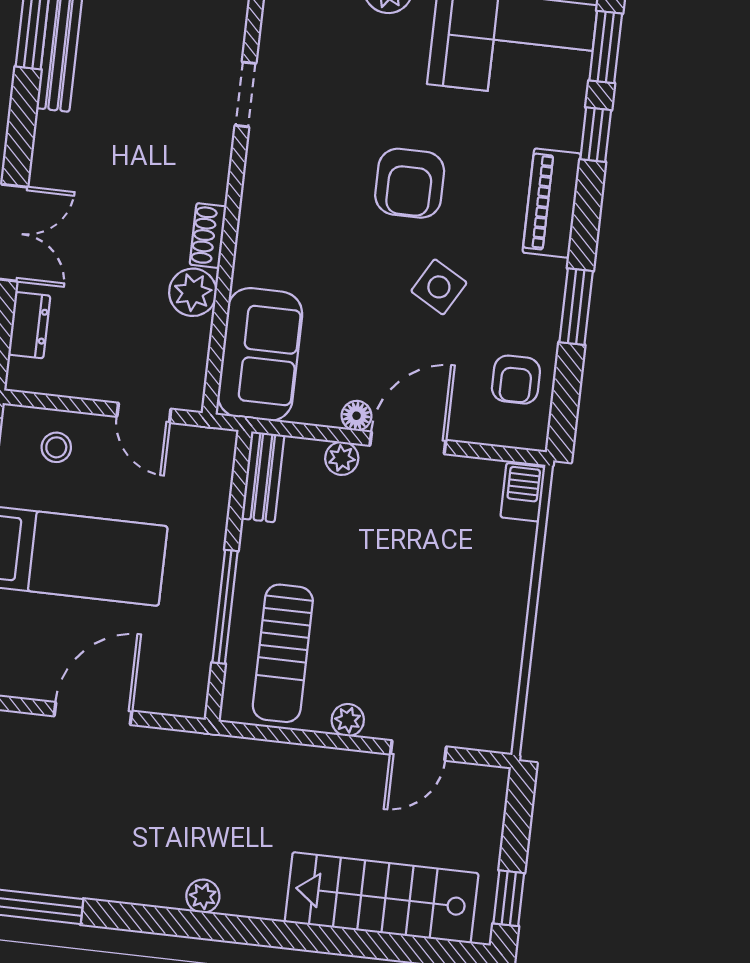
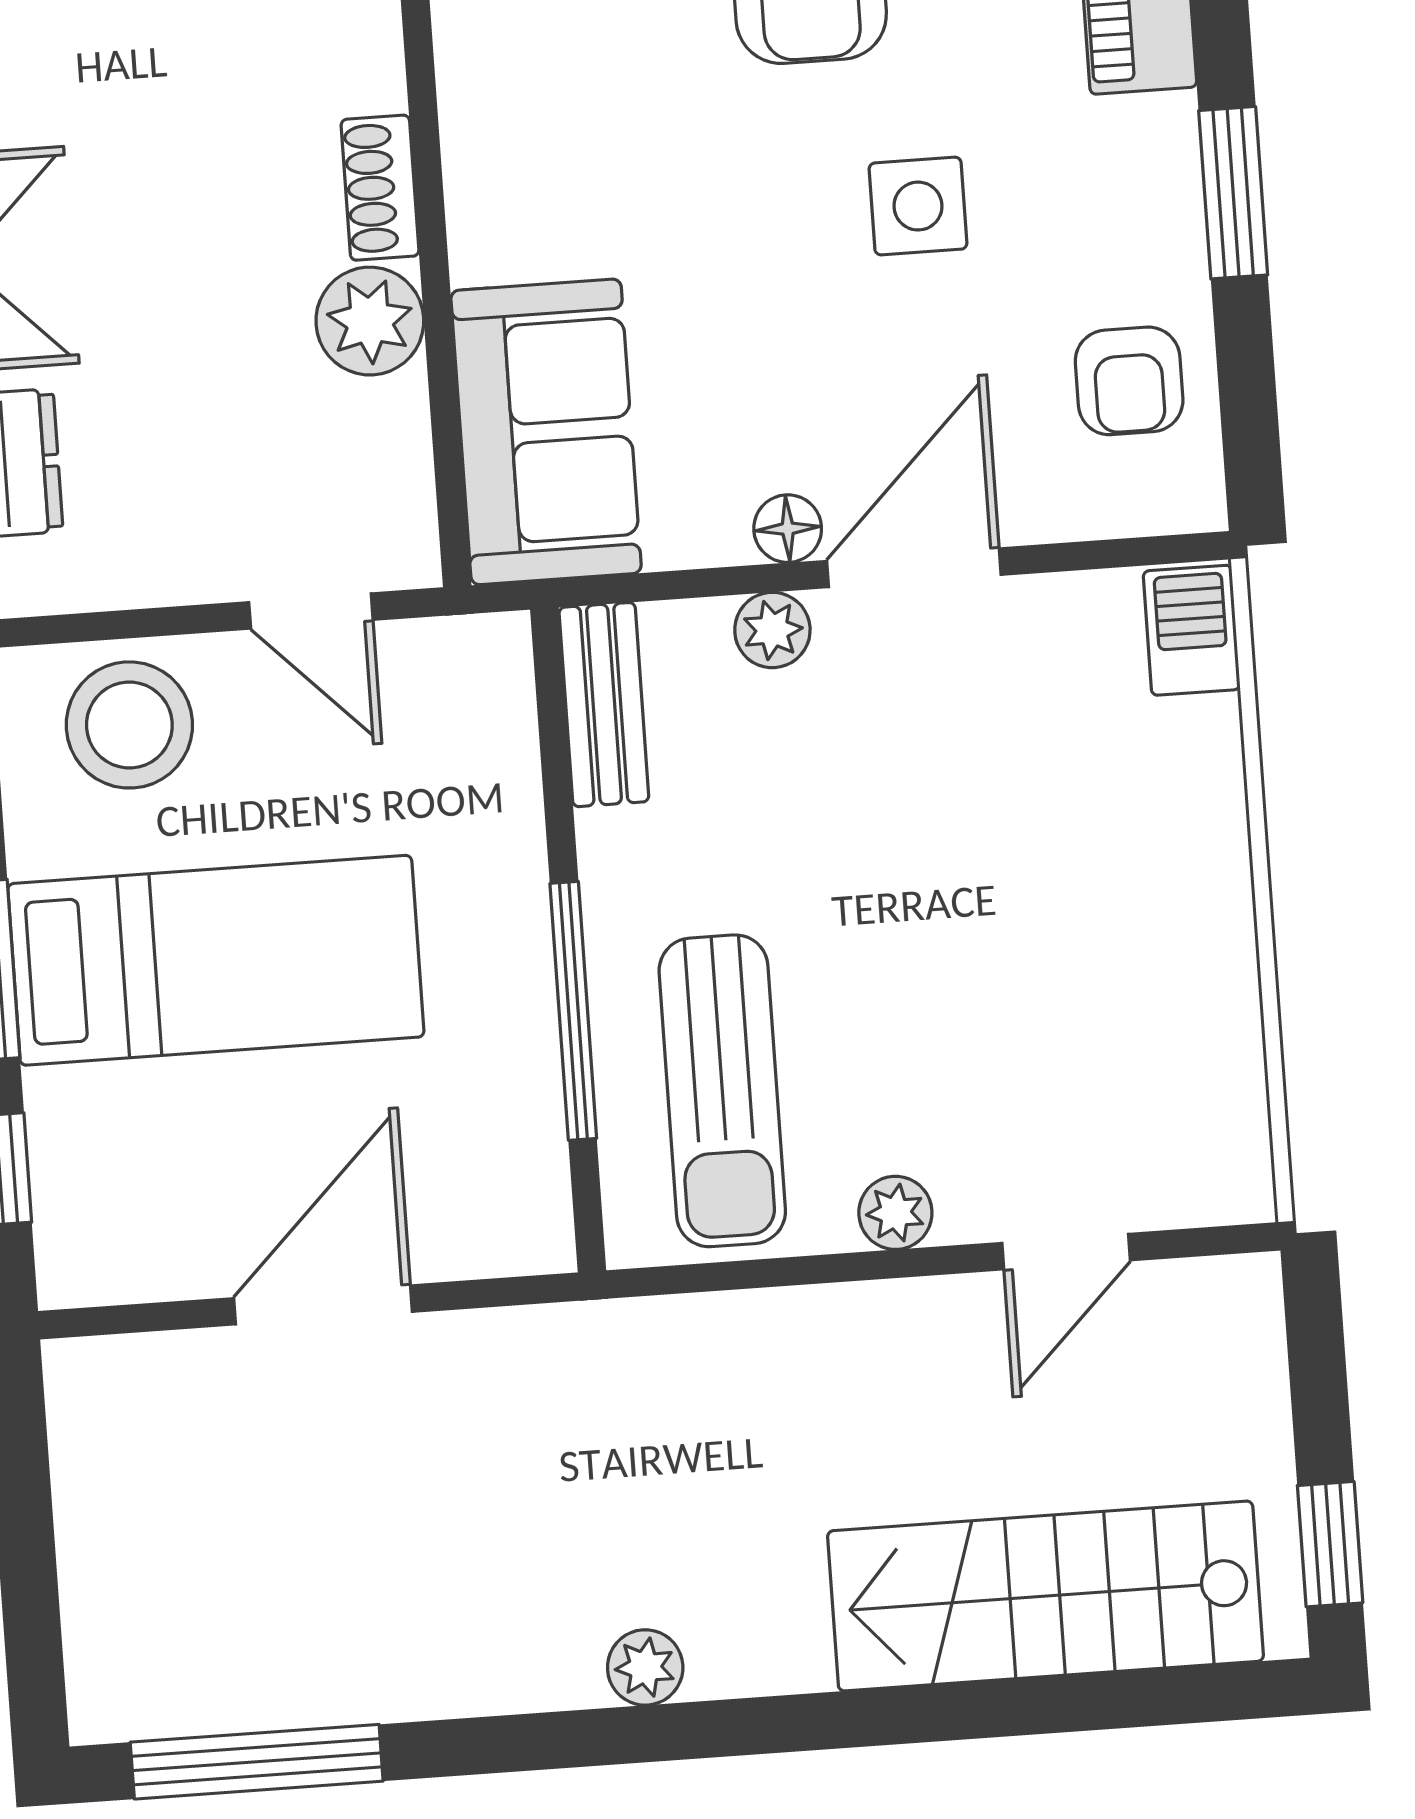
side table: (439, 287) -> (918, 206), turned -30
stool: (56, 447) -> (129, 725), width x1.89, depth x1.89

